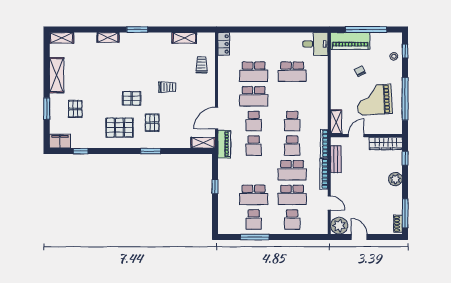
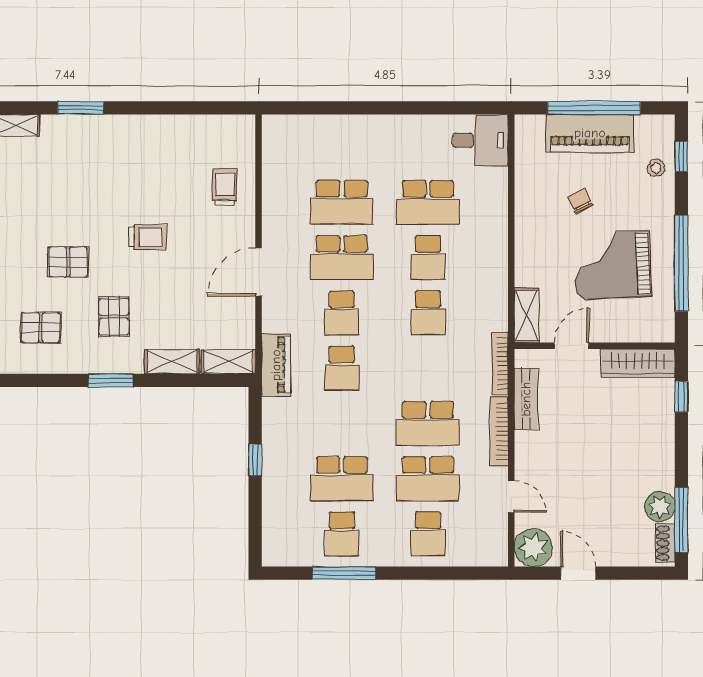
shelving: (184, 38) -> (172, 362), moved
piano: (350, 41) -> (590, 133), moved
locker: (224, 44) -> (275, 140), removed
door: (217, 118) -> (259, 272), moved
pallet: (119, 128) -> (41, 328), width x0.67, depth x0.71
school desk: (292, 146) -> (428, 258), moved
plant: (395, 179) -> (660, 507), moved

